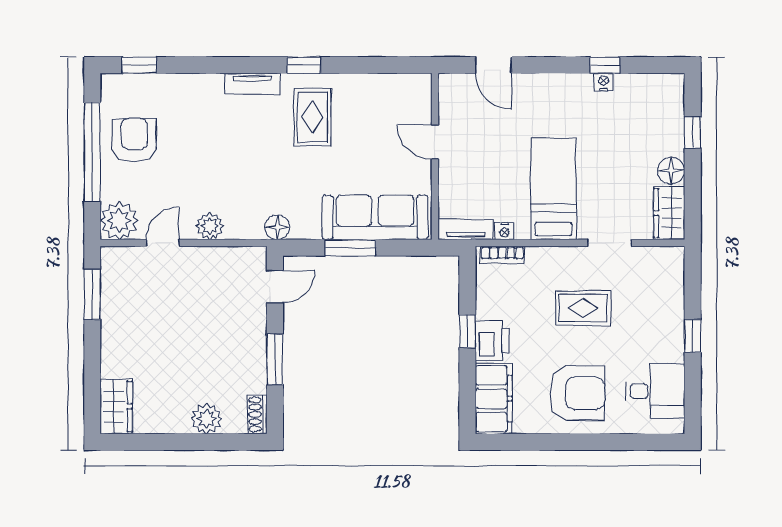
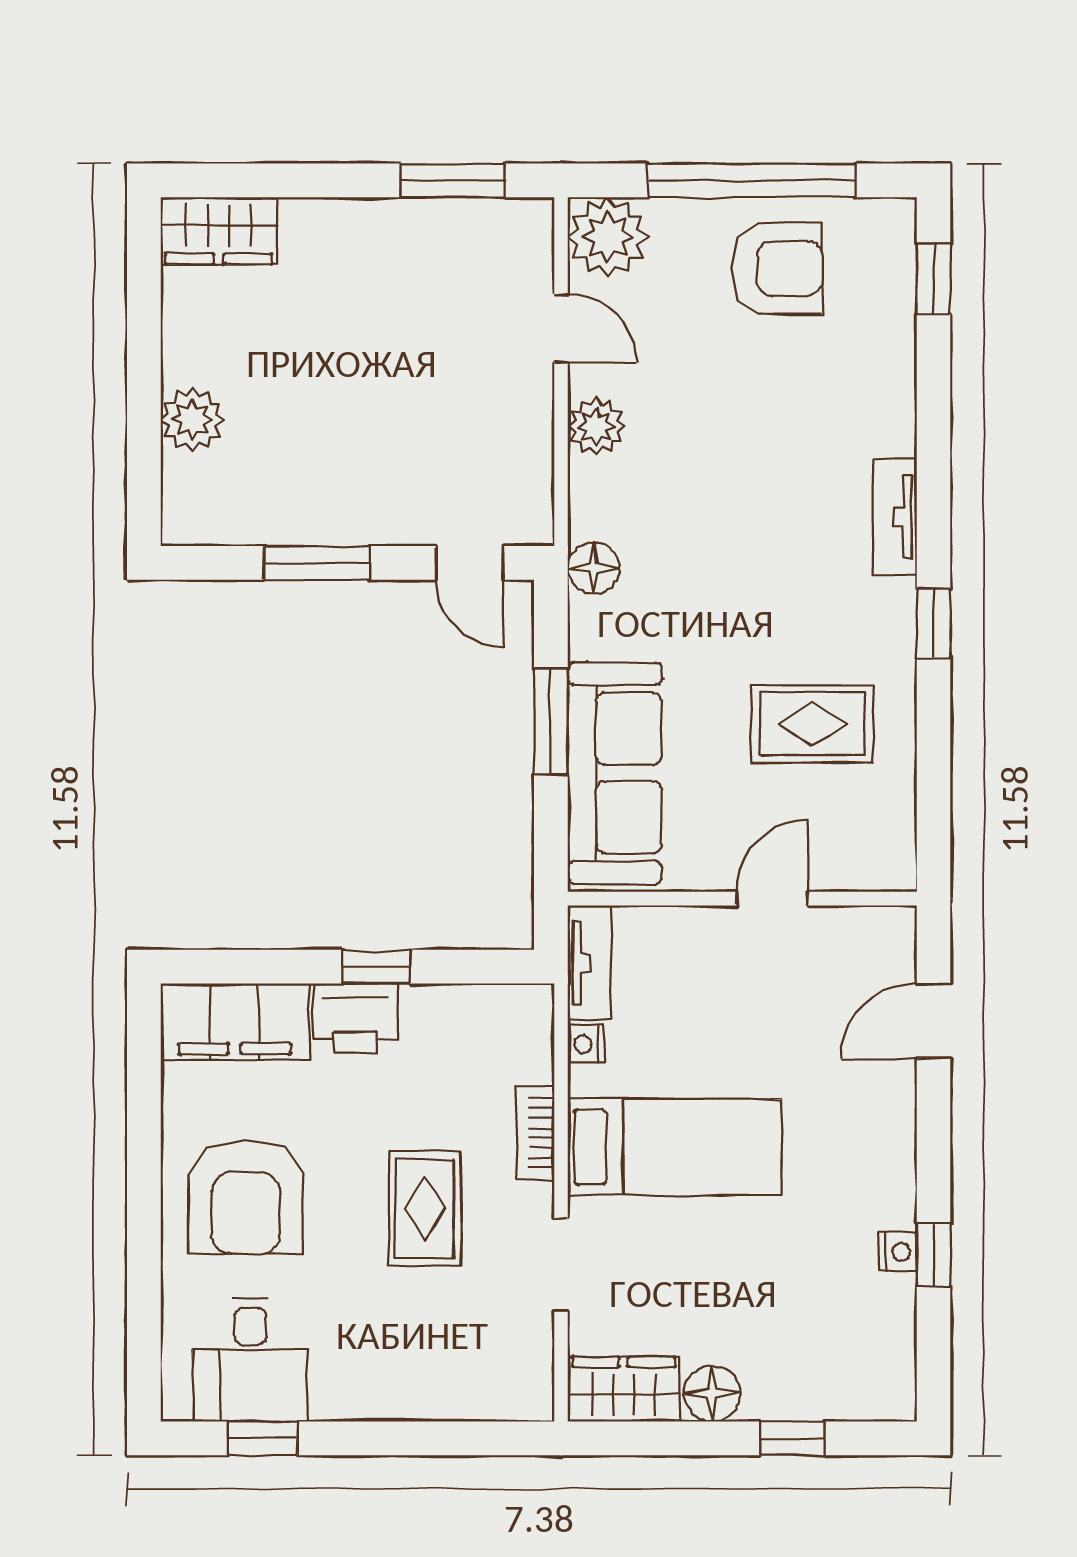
rug: (312, 117) -> (812, 724), moved
bookcase: (502, 255) -> (536, 1133), moved
window: (693, 336) -> (263, 1438), moved
shoe rack: (257, 414) -> (202, 526), removed

